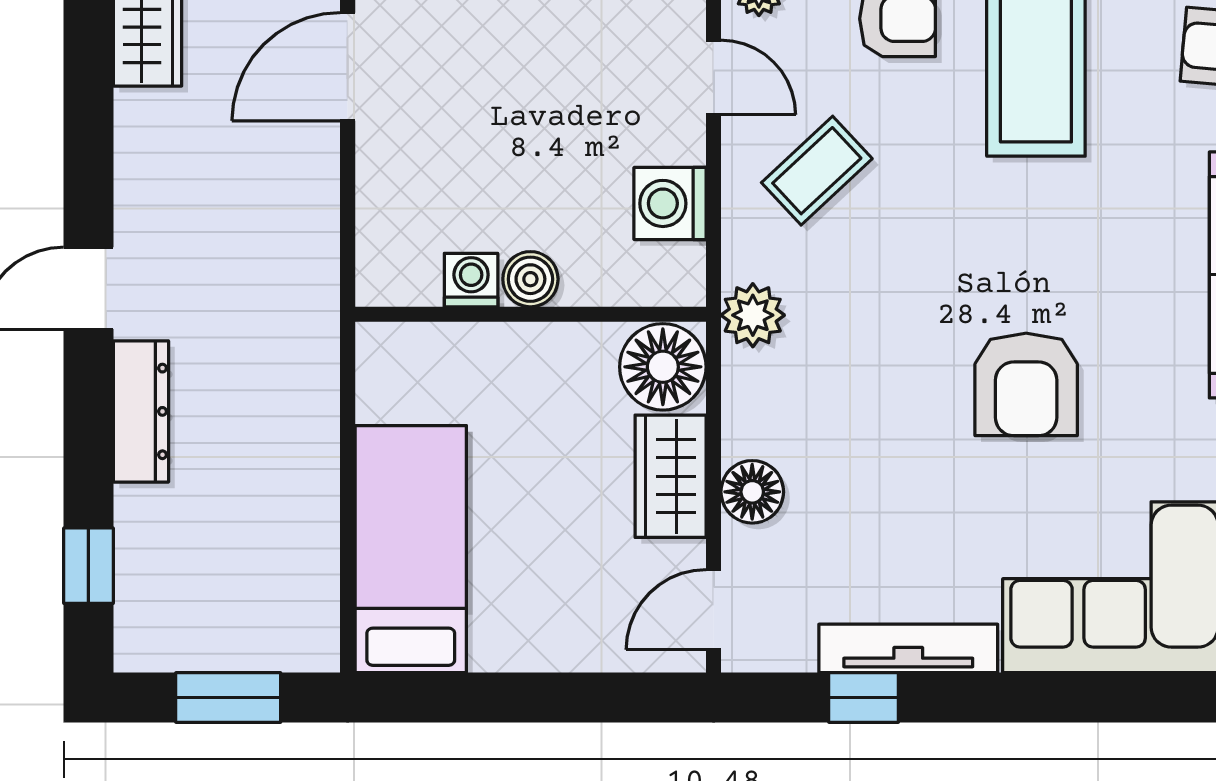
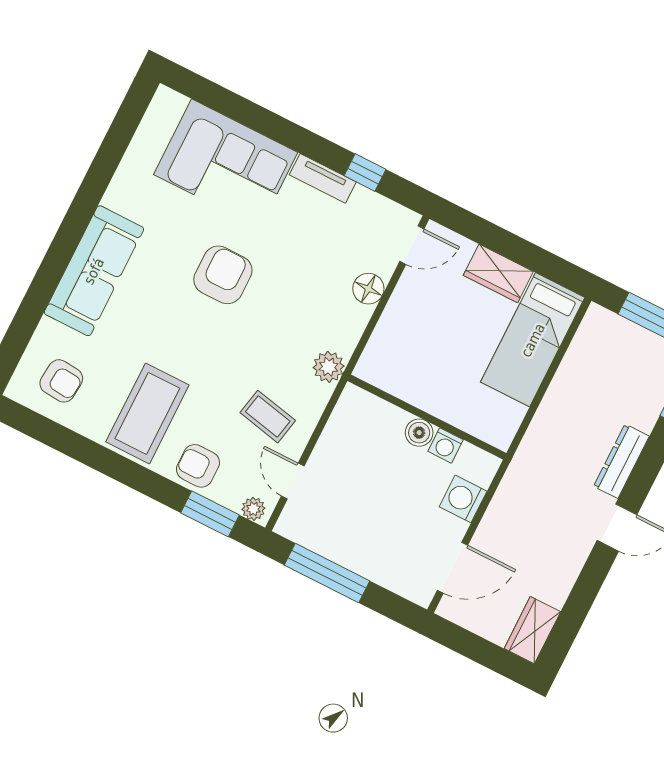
coffee table: (817, 171) -> (268, 417), turned 55
washing machine: (670, 203) -> (463, 499), moved, turned 180
floor lamp: (663, 367) -> (380, 364), removed
wardrobe: (671, 476) -> (498, 273), moved, turned 90
tv unit: (908, 648) -> (323, 178), width x0.71

